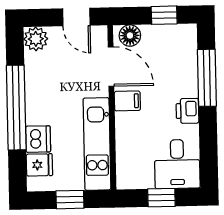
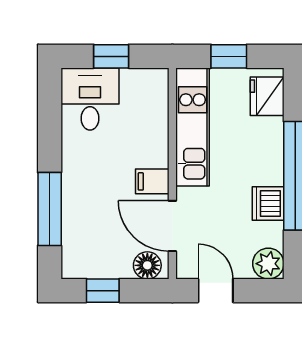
printer: (187, 111) -> (75, 167), removed
dishwasher: (38, 139) -> (268, 203), moved
fridge: (39, 165) -> (267, 96), width x1.38

